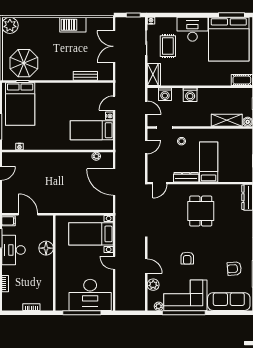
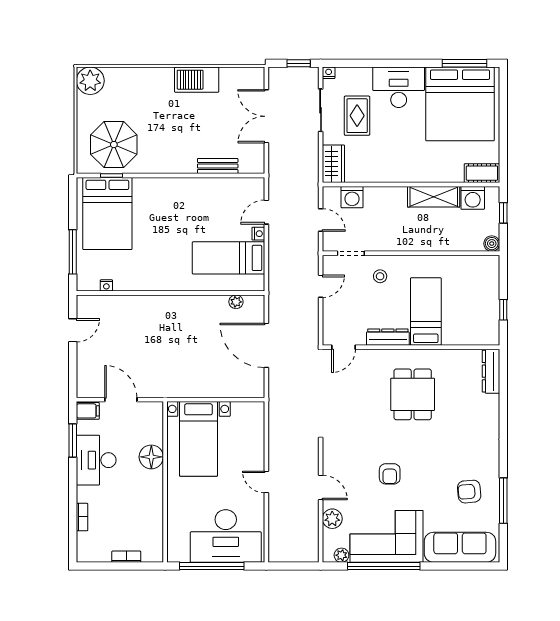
washing machine: (190, 95) -> (473, 198), moved
shelving: (227, 120) -> (434, 197), moved
bed with nightstands: (91, 234) -> (198, 439), moved, turned -90

